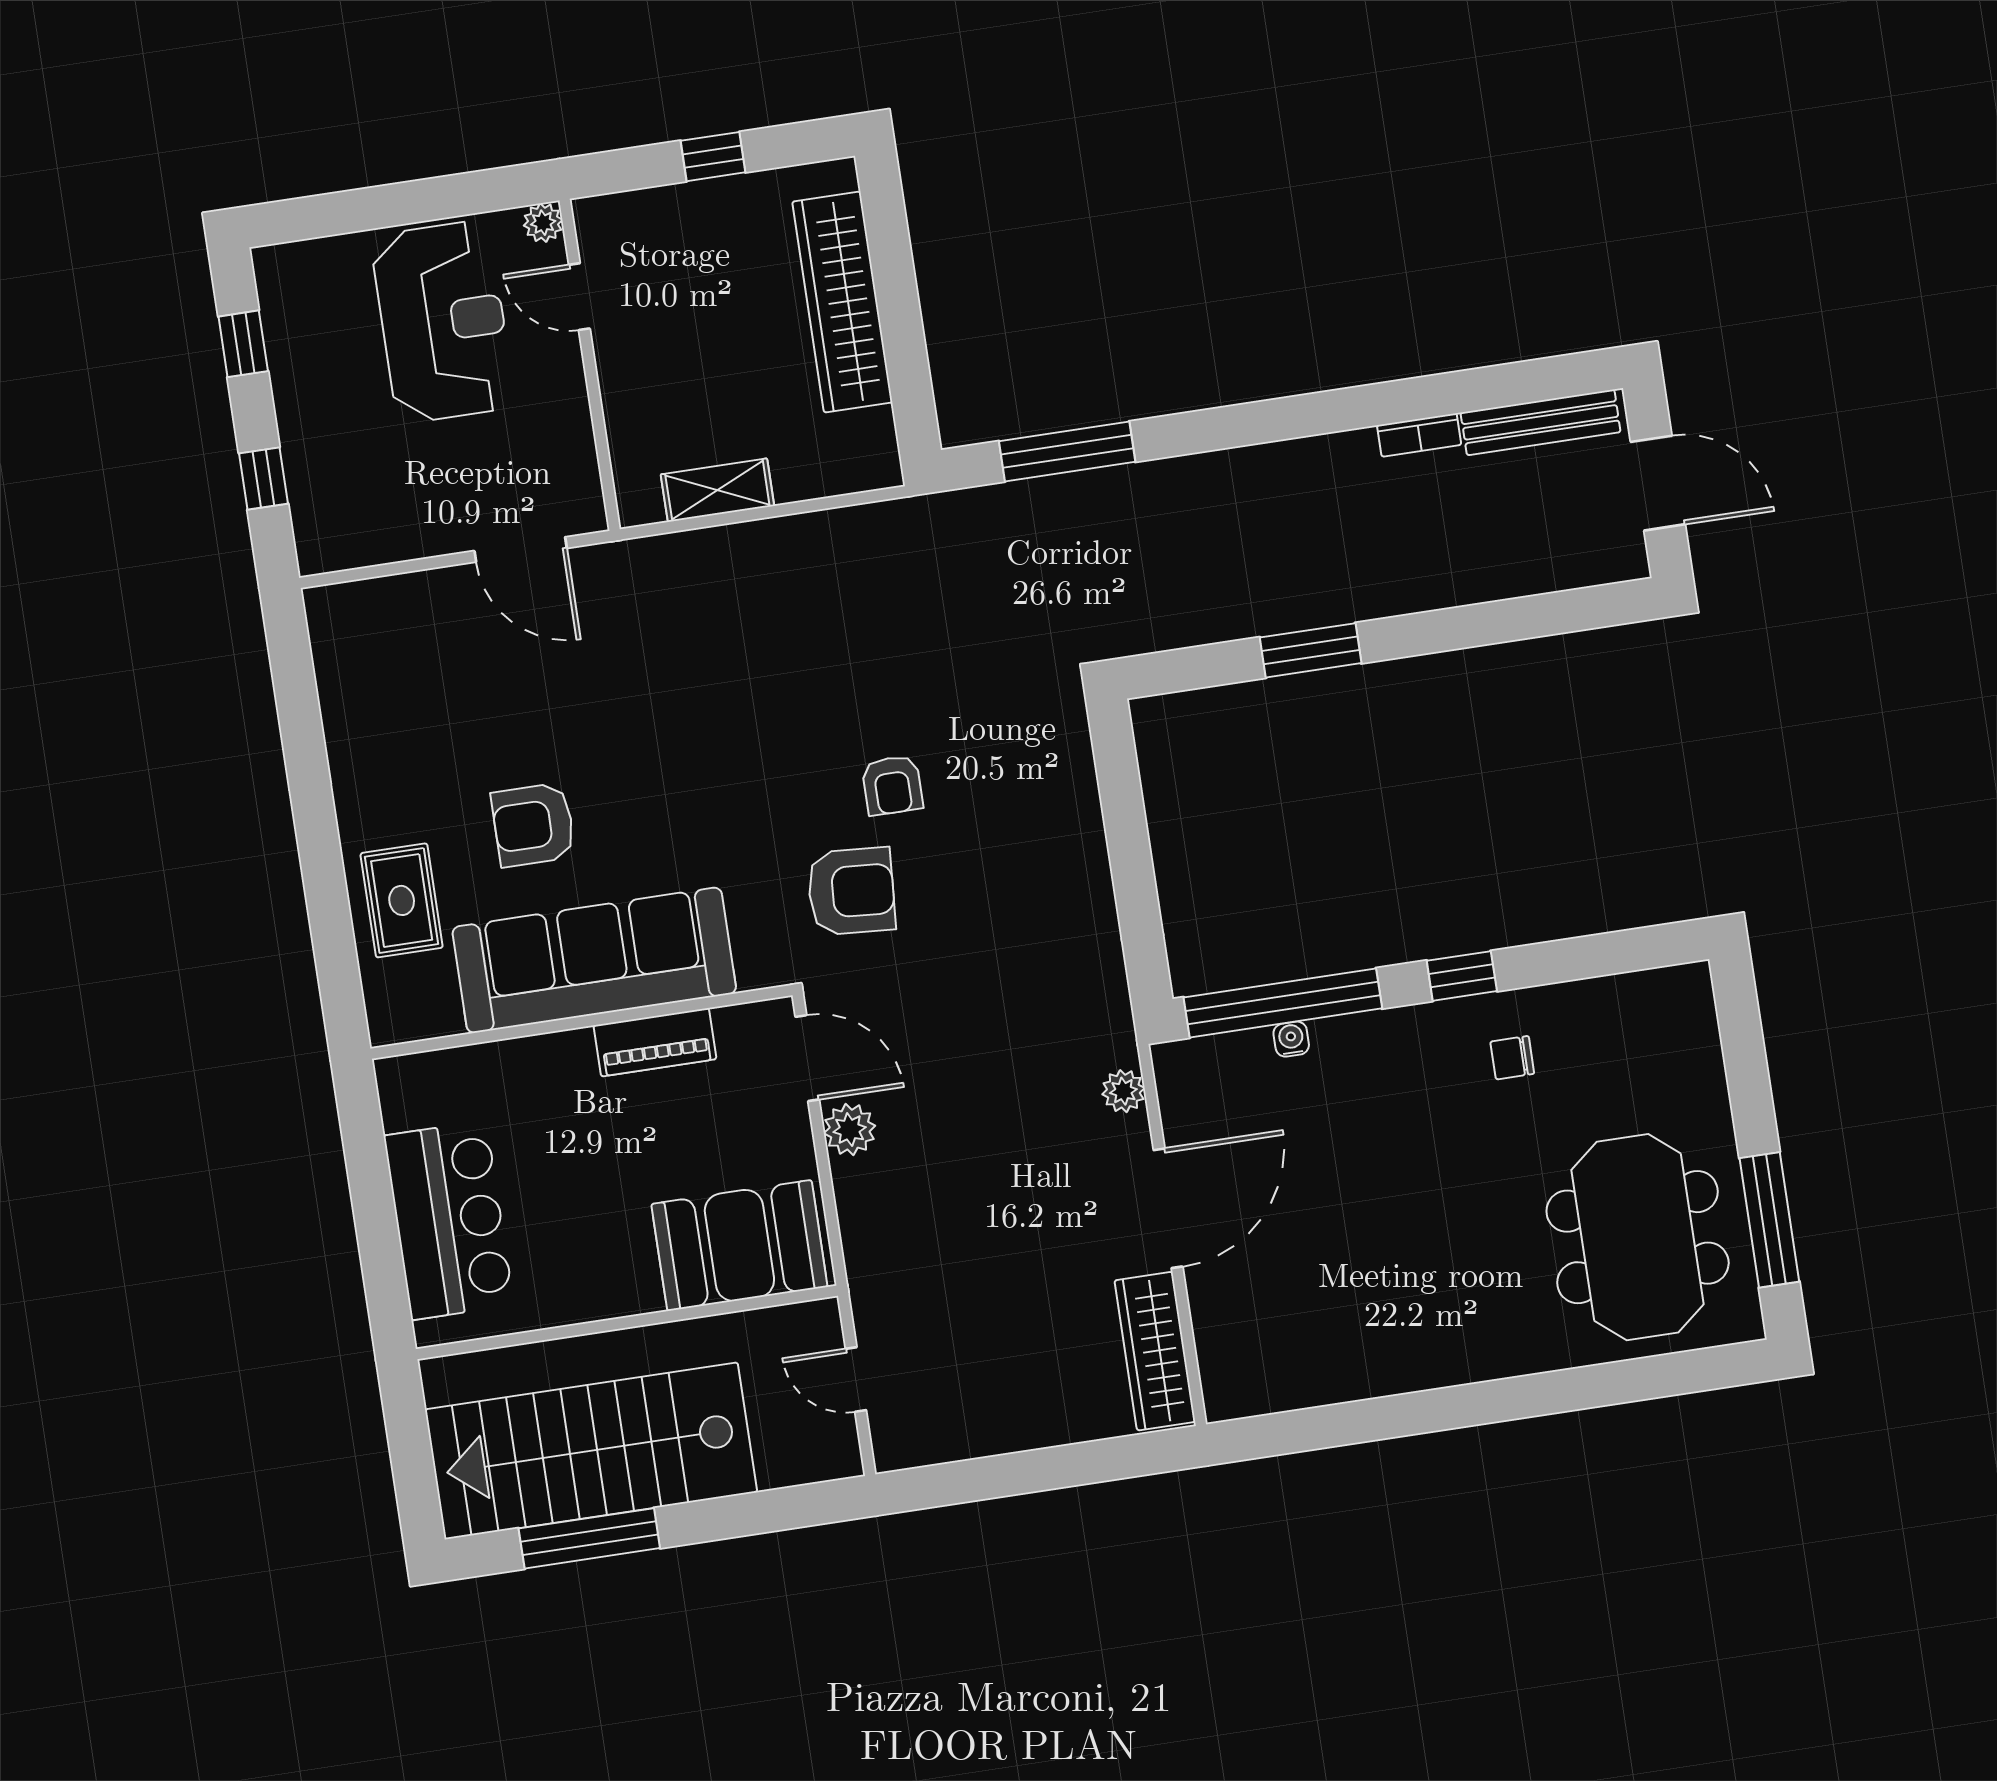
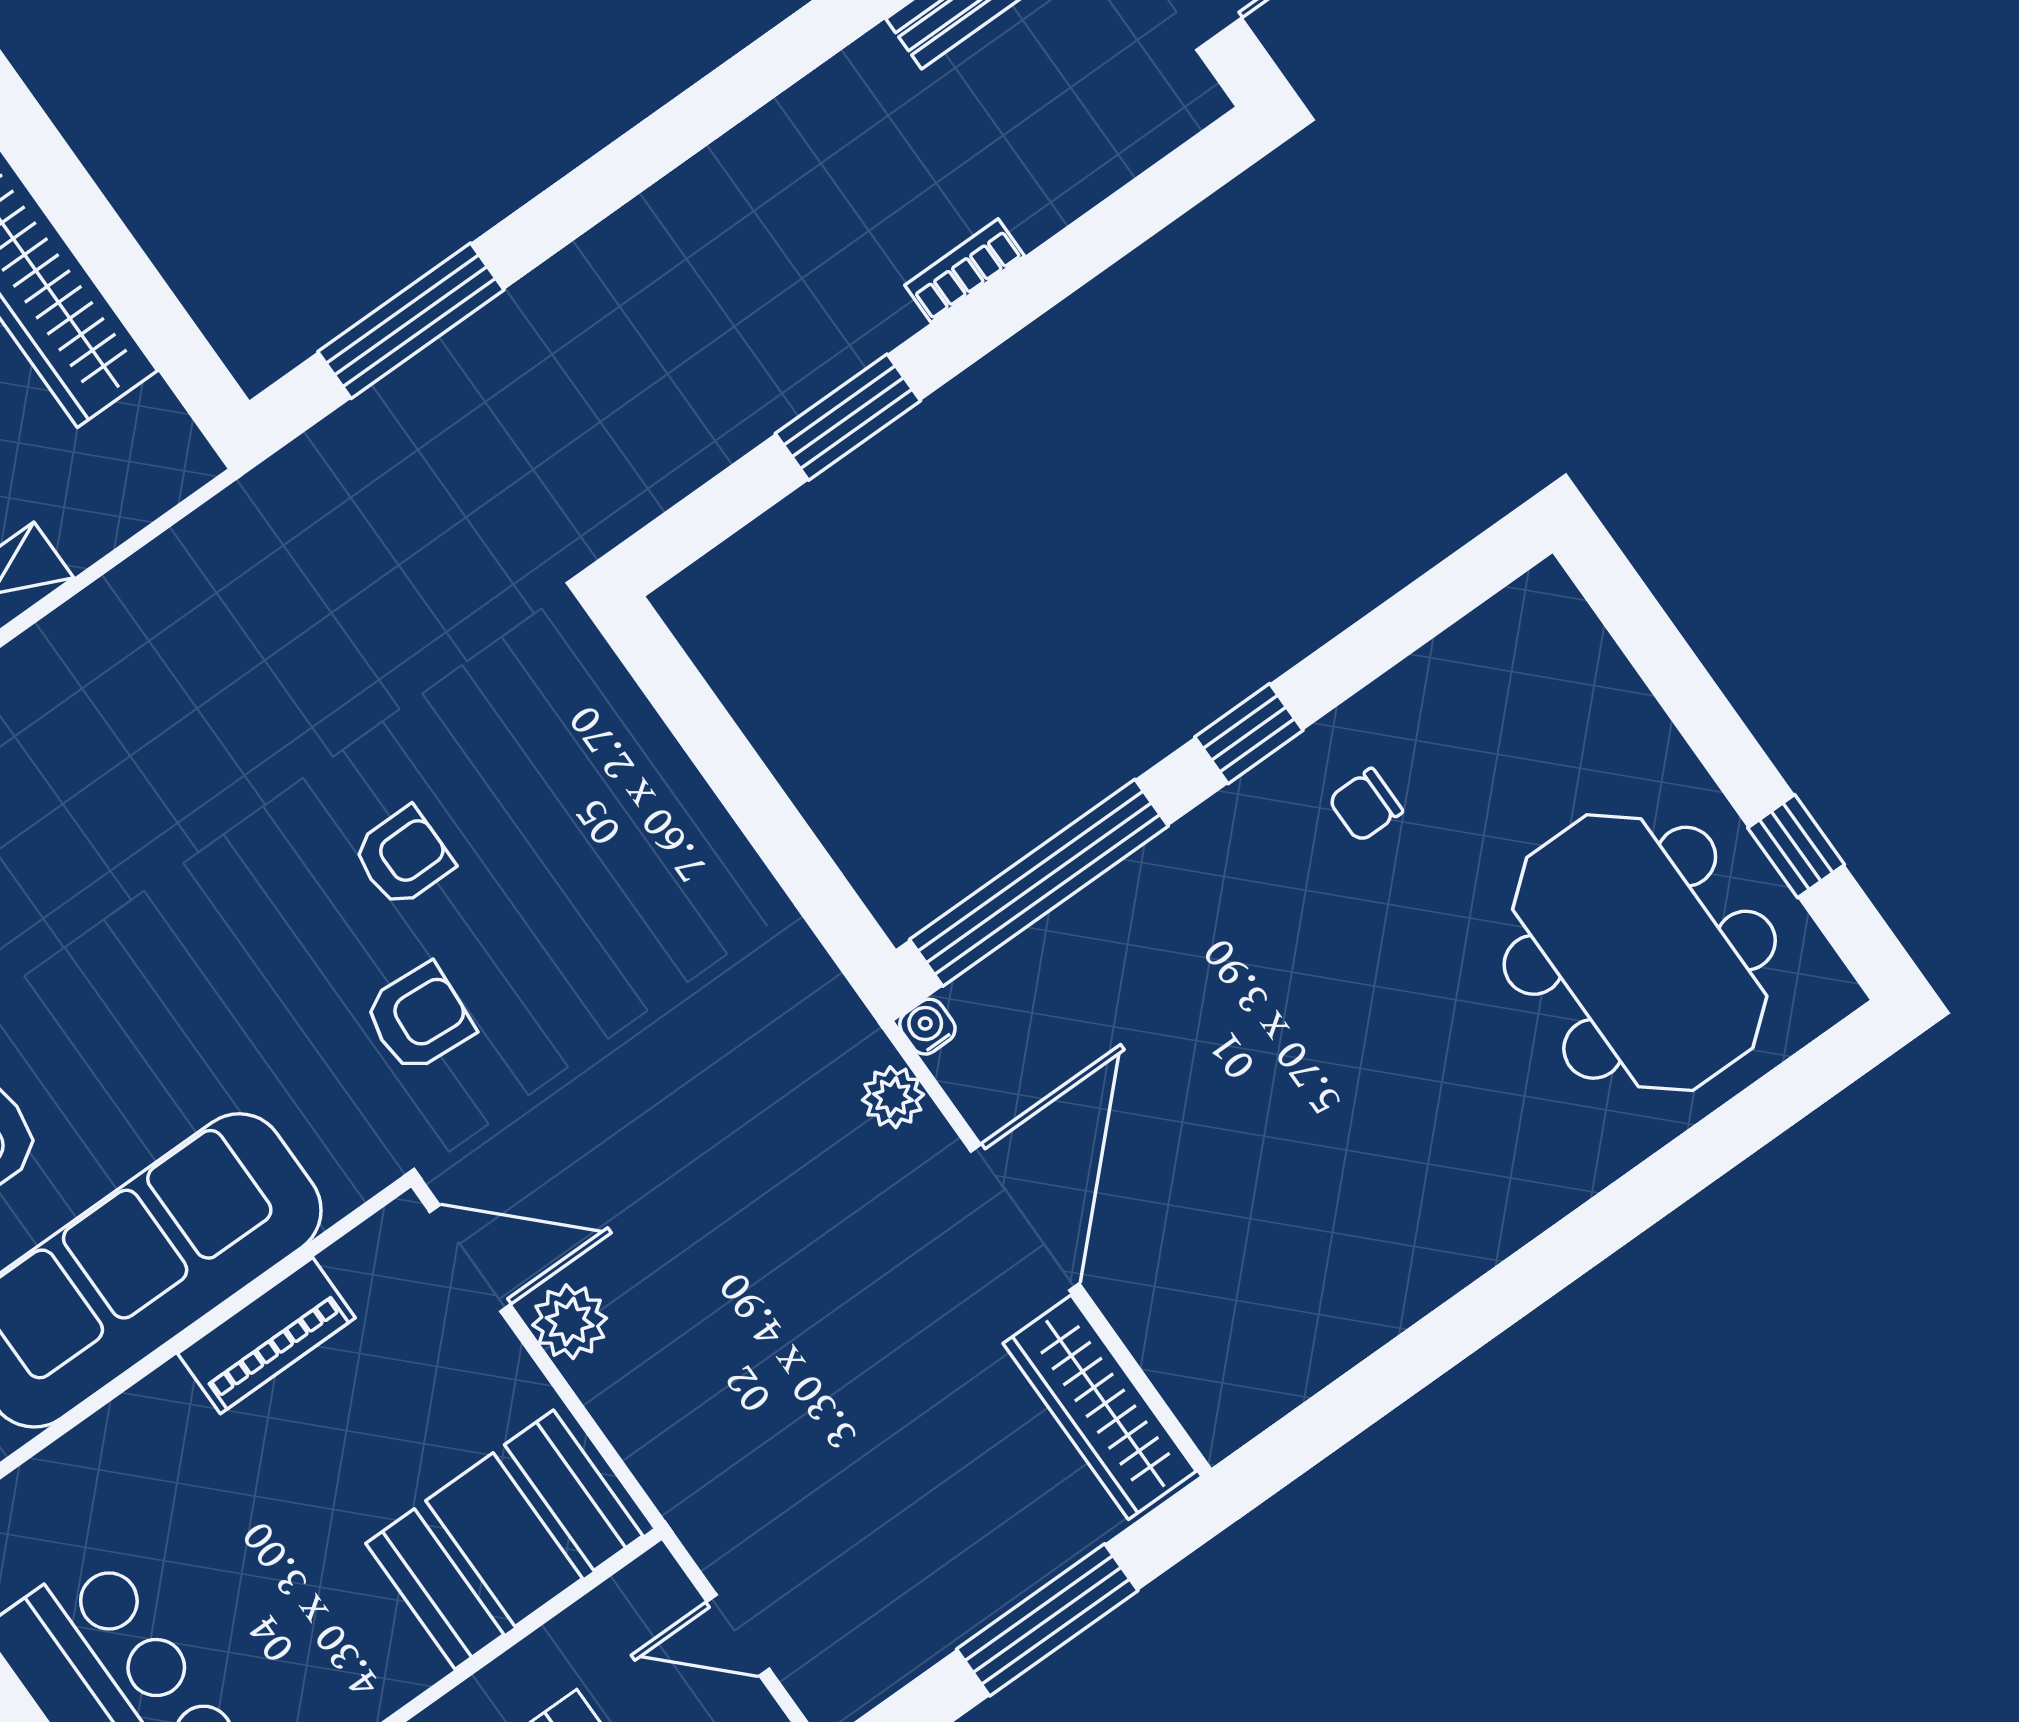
bookcase: (1419, 435) -> (965, 271), moved, turned 180
armchair: (892, 785) -> (403, 857), turned -90
armchair: (851, 891) -> (419, 1018), width x0.72, depth x0.72
water cooler: (1291, 1039) -> (927, 1027), moved
window: (1769, 1220) -> (1796, 846), width x0.46
window: (1055, 1468) -> (1047, 1620), added

